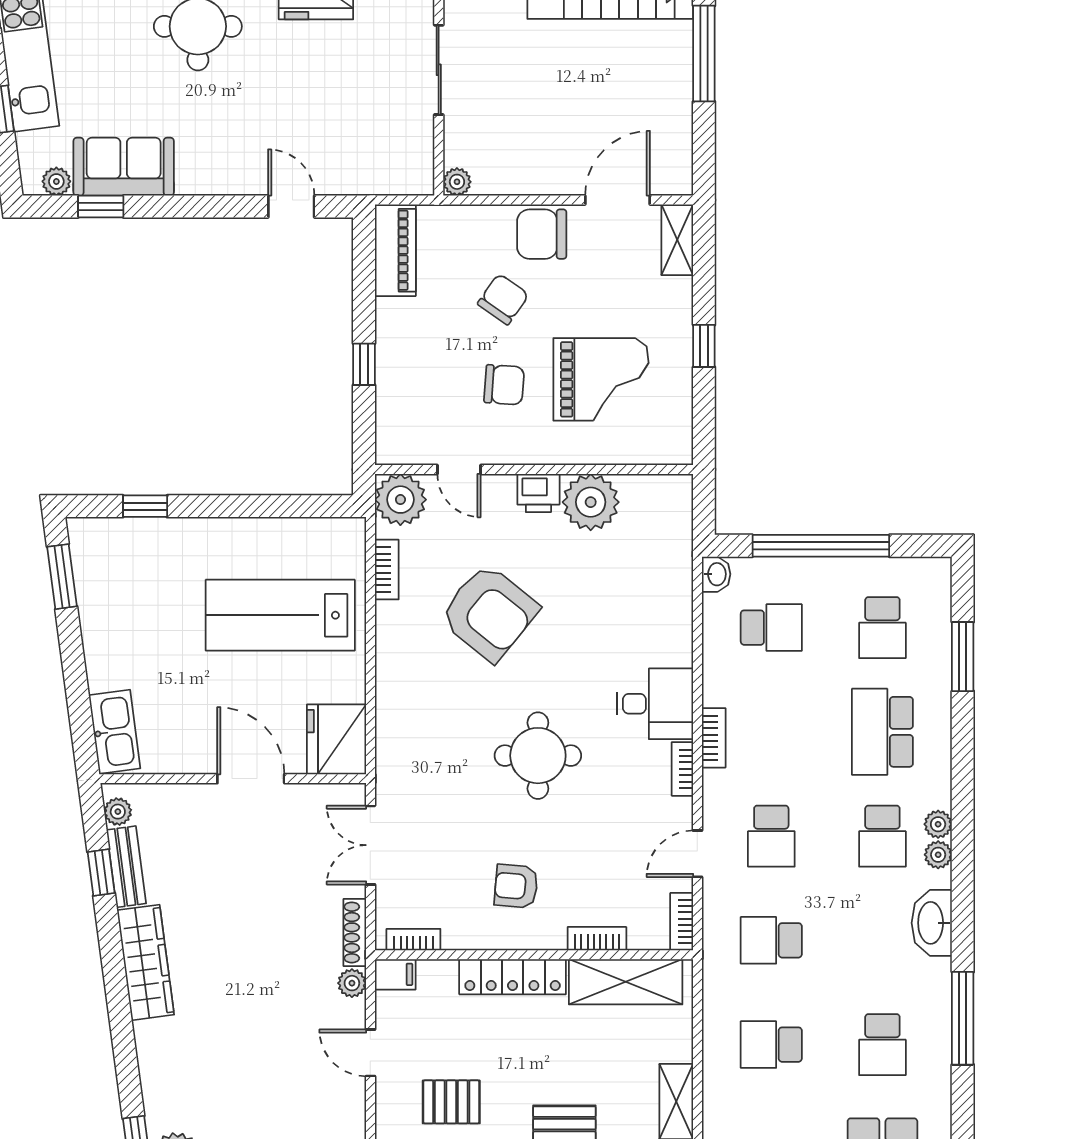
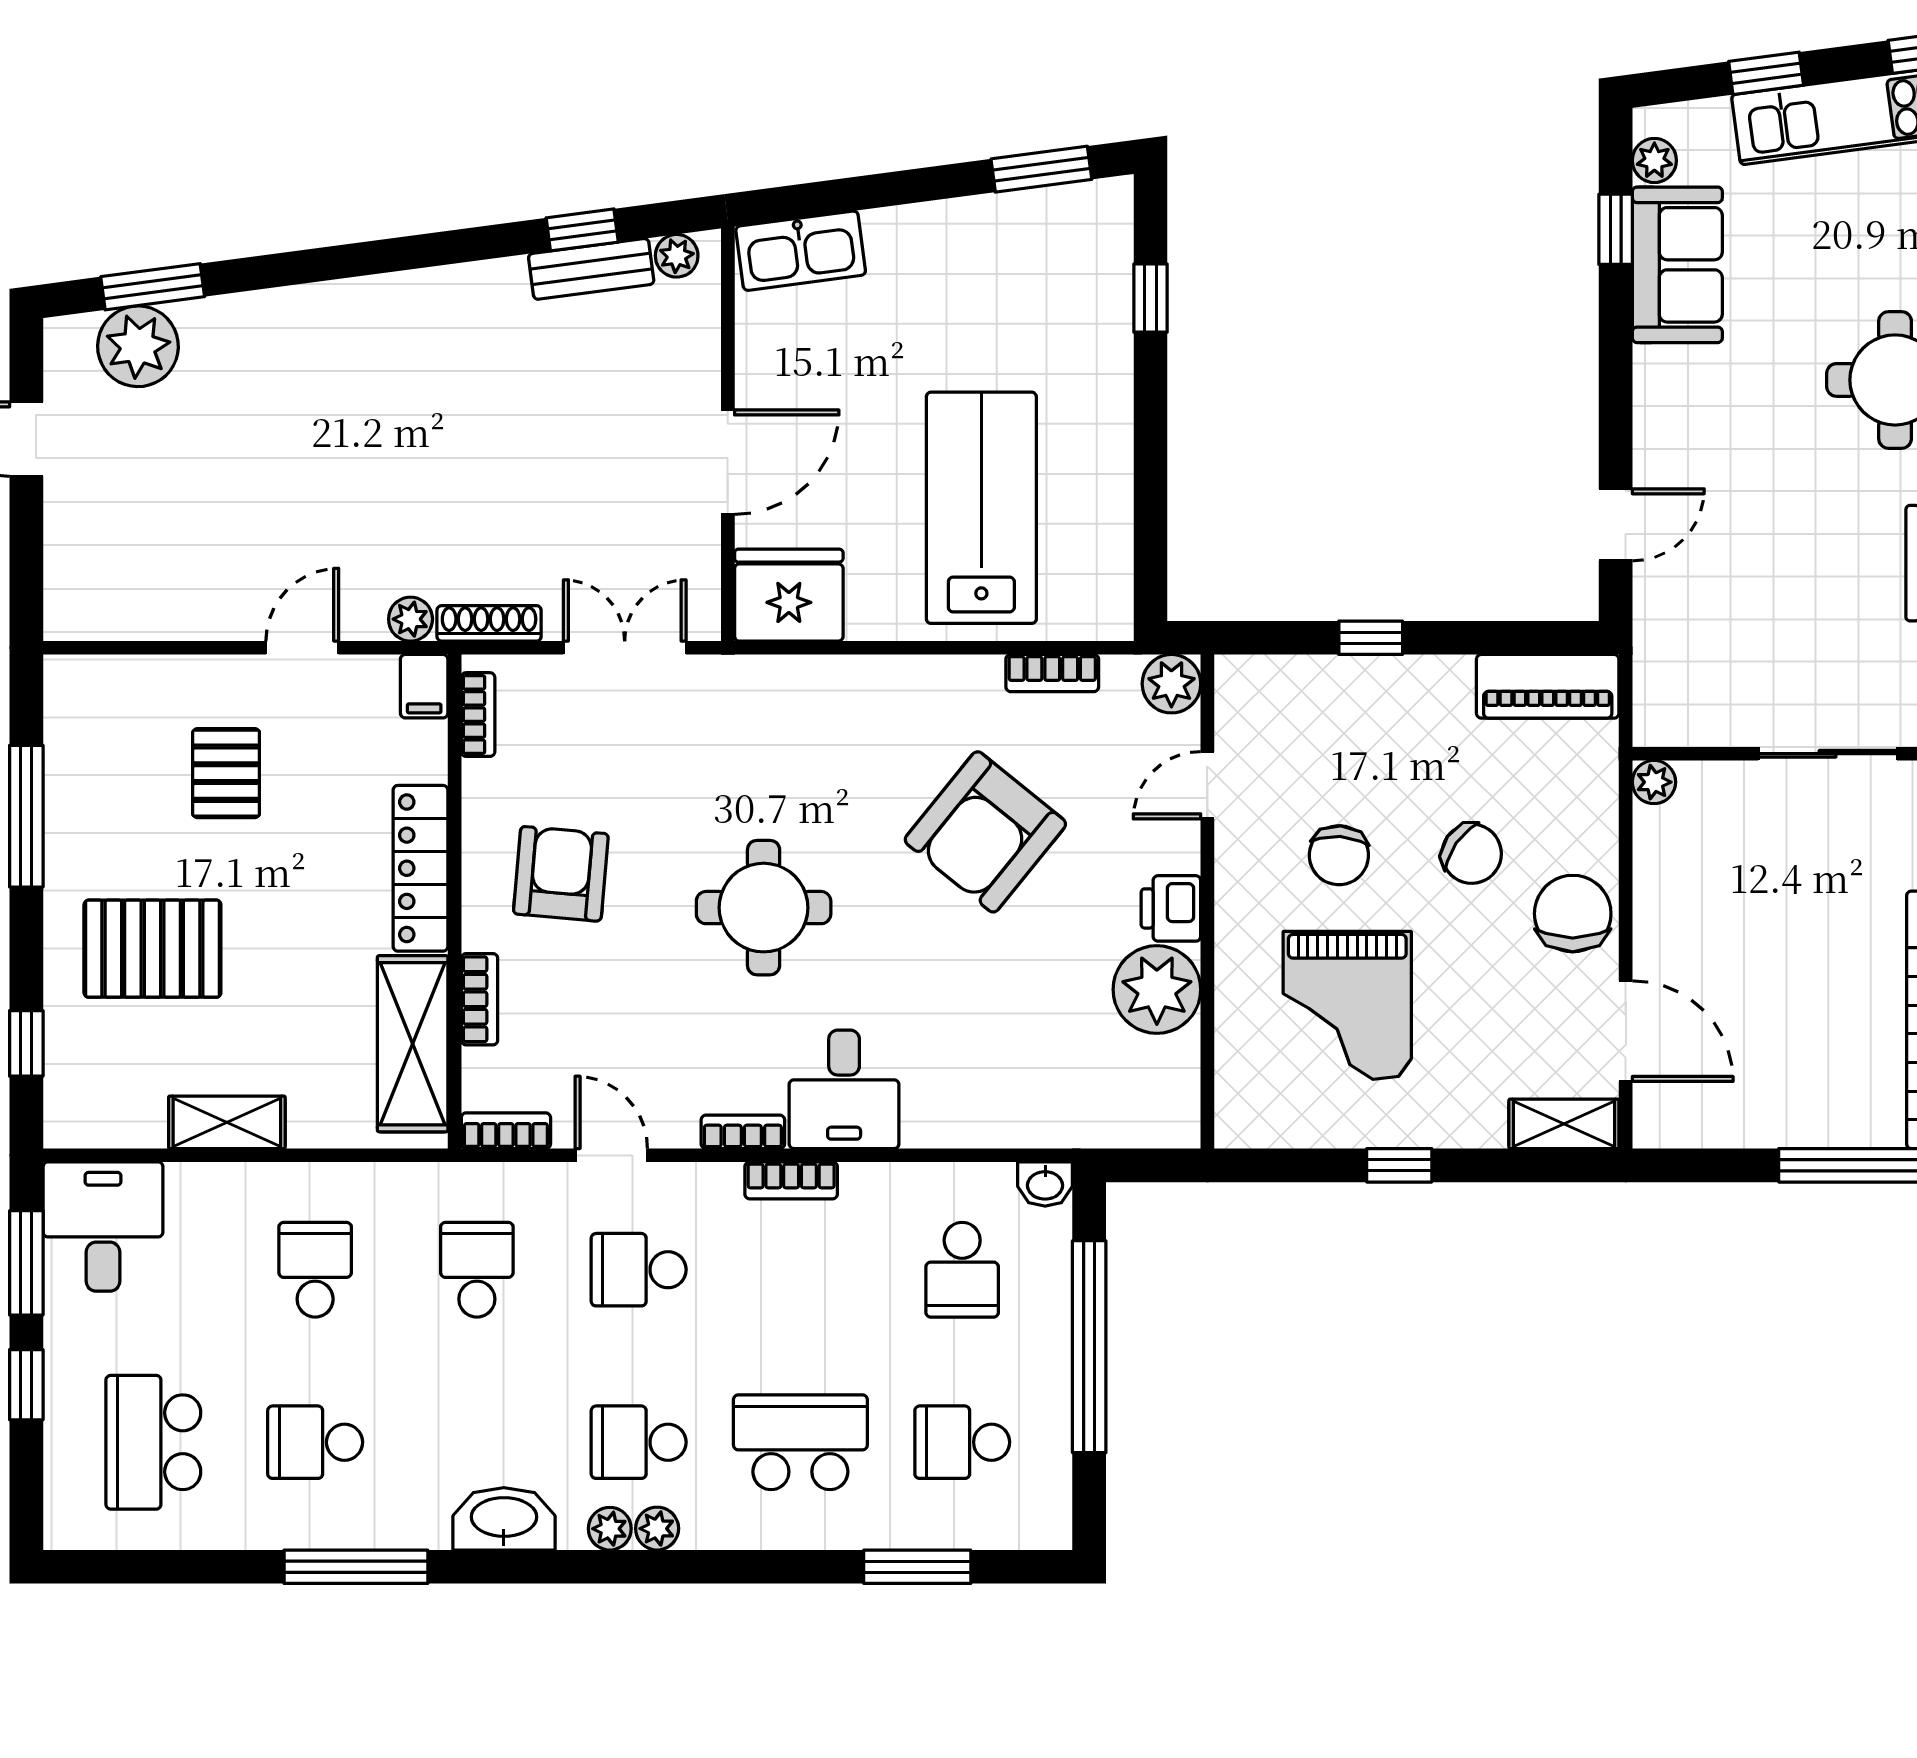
plant: (400, 500) -> (1171, 684), width x0.73, depth x0.73
armchair: (516, 886) -> (561, 874), width x1.38, depth x1.38
wardrobe: (146, 962) -> (443, 299), removed

